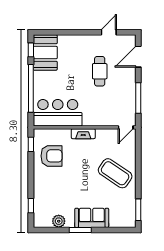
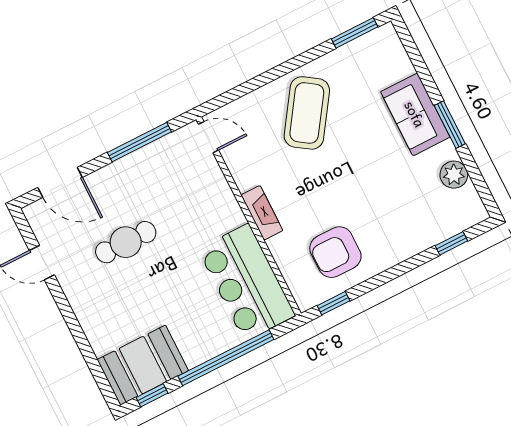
armchair: (52, 156) -> (335, 252), turned -90

